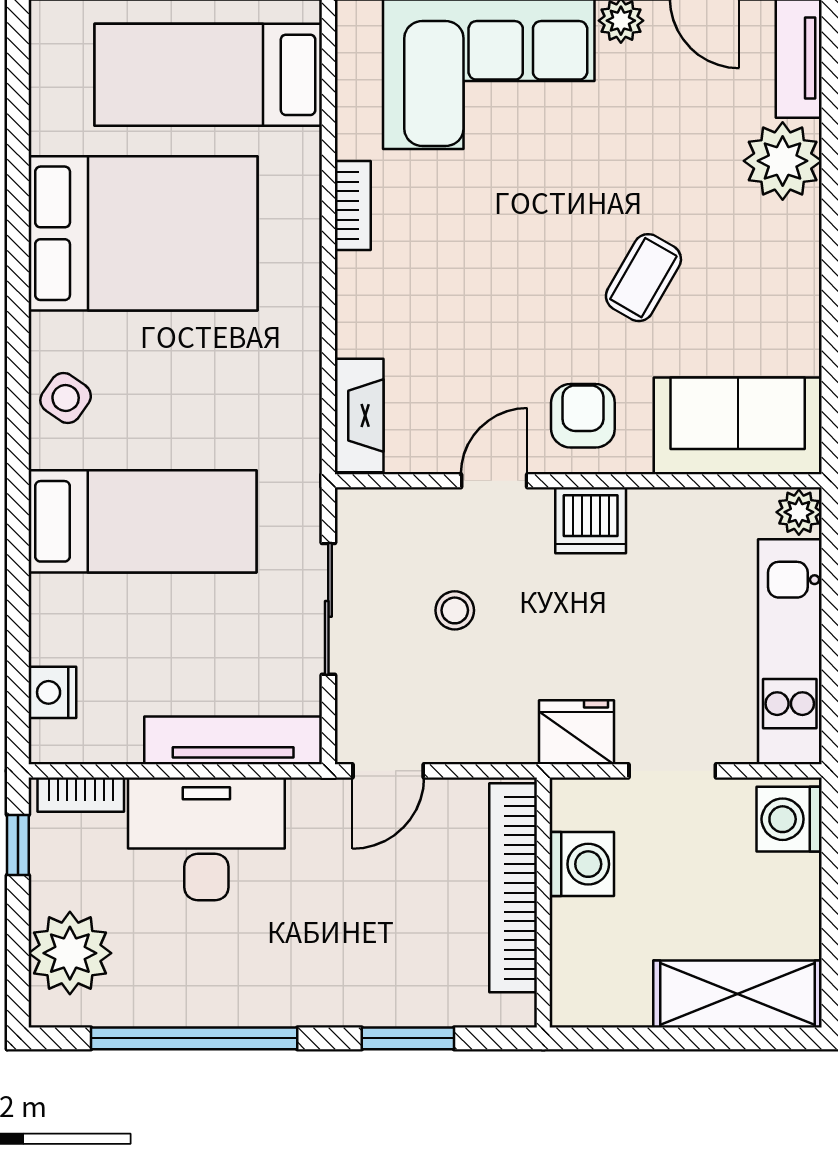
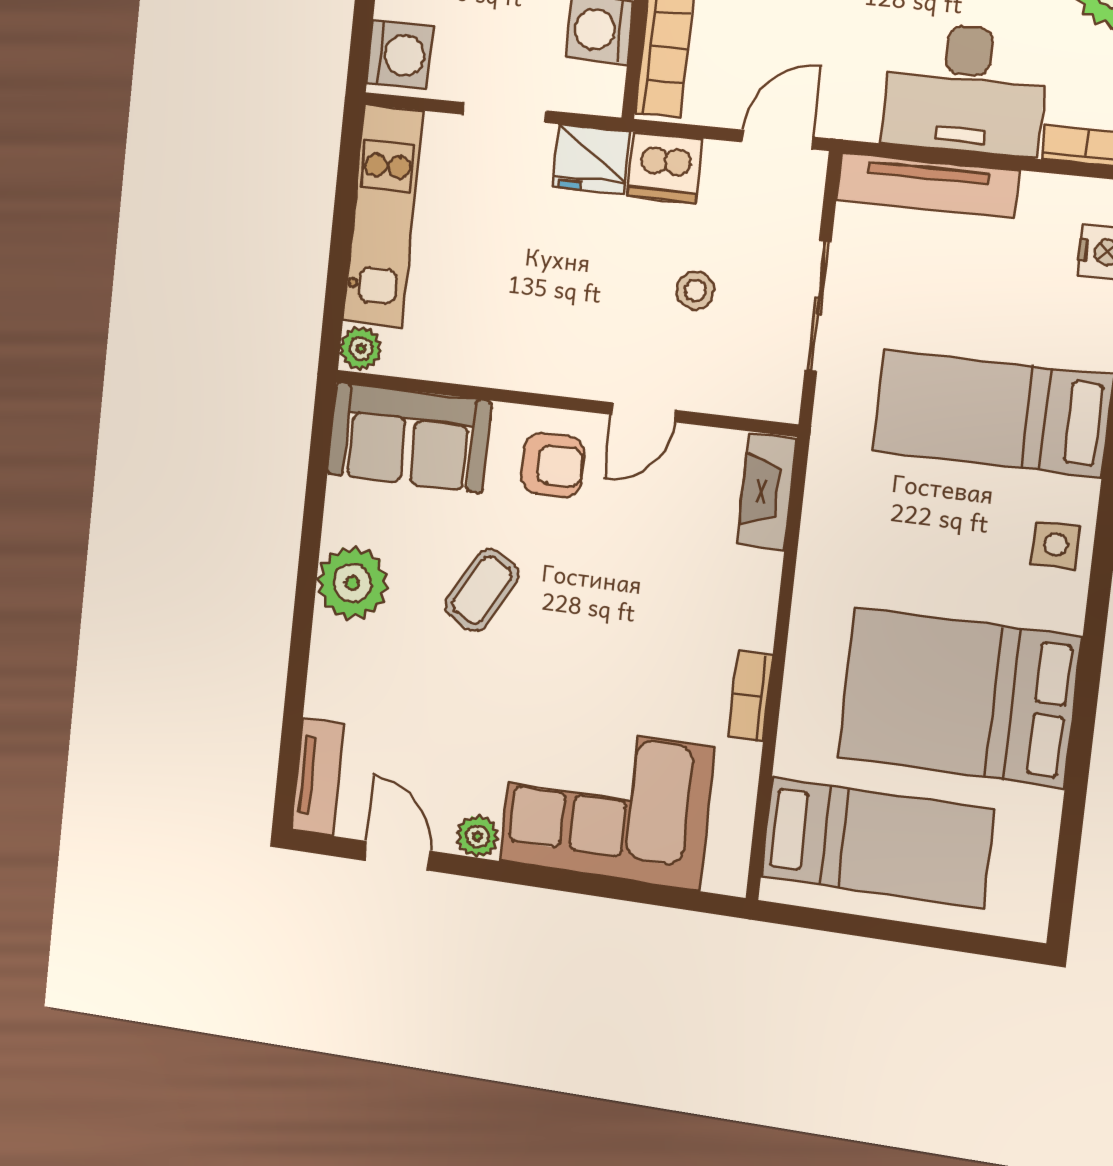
plant: (783, 161) -> (352, 583), moved
side table: (66, 398) -> (1056, 545), turned -35
armchair: (583, 416) -> (553, 465), turned -90
dishwasher: (591, 520) -> (665, 168), moved, turned 180

